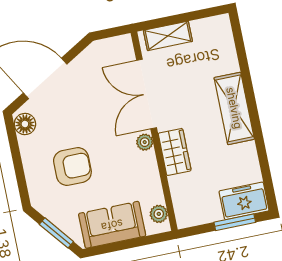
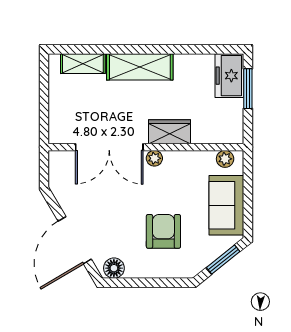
shelving: (168, 36) -> (83, 64), moved, turned 90

